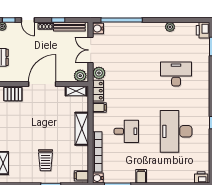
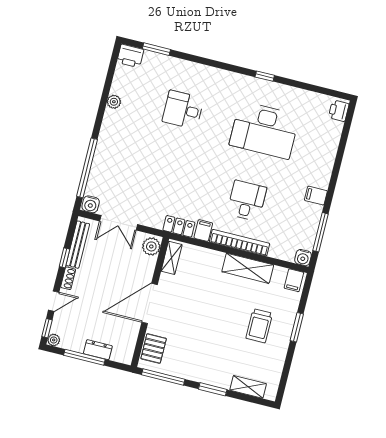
plant: (99, 73) -> (154, 219), removed
desk: (176, 74) -> (183, 110), width x0.73
door: (42, 84) -> (150, 303), hinge flipped
shelving: (82, 129) -> (248, 268), moved
bookcase: (97, 152) -> (240, 243), moved
trolley: (46, 160) -> (259, 326), turned 90

